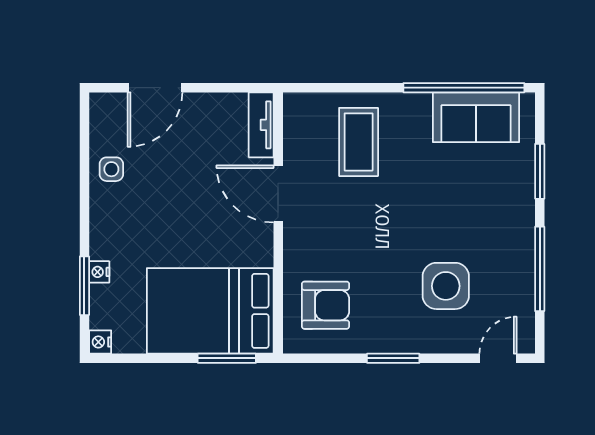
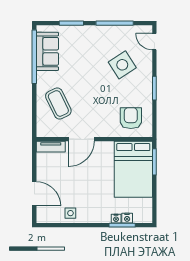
coffee table: (359, 142) -> (58, 103), turned 64
side table: (446, 286) -> (122, 65), turned -33
nightstand: (100, 342) -> (127, 218), moved

